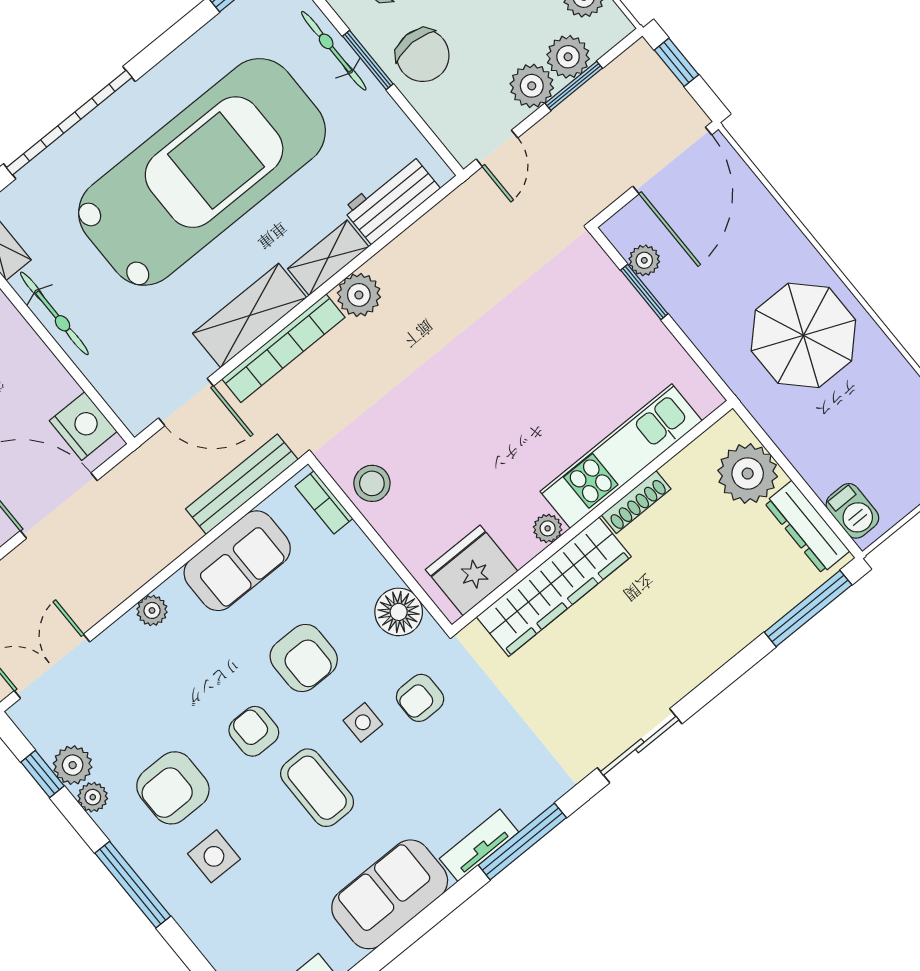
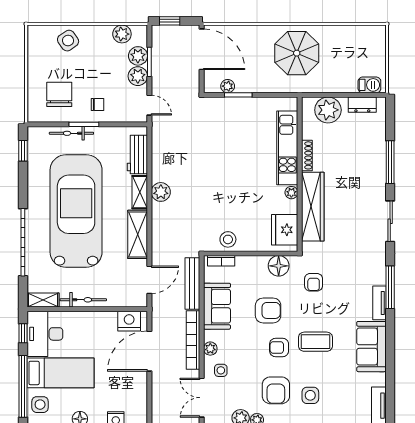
chair: (423, 55) -> (97, 104), width x0.54, depth x0.54
bookcase: (283, 348) -> (193, 340), moved, turned 180
dresser: (807, 527) -> (362, 105), width x0.70
window: (808, 608) -> (390, 162), moved
side table: (363, 722) -> (221, 370), moved

